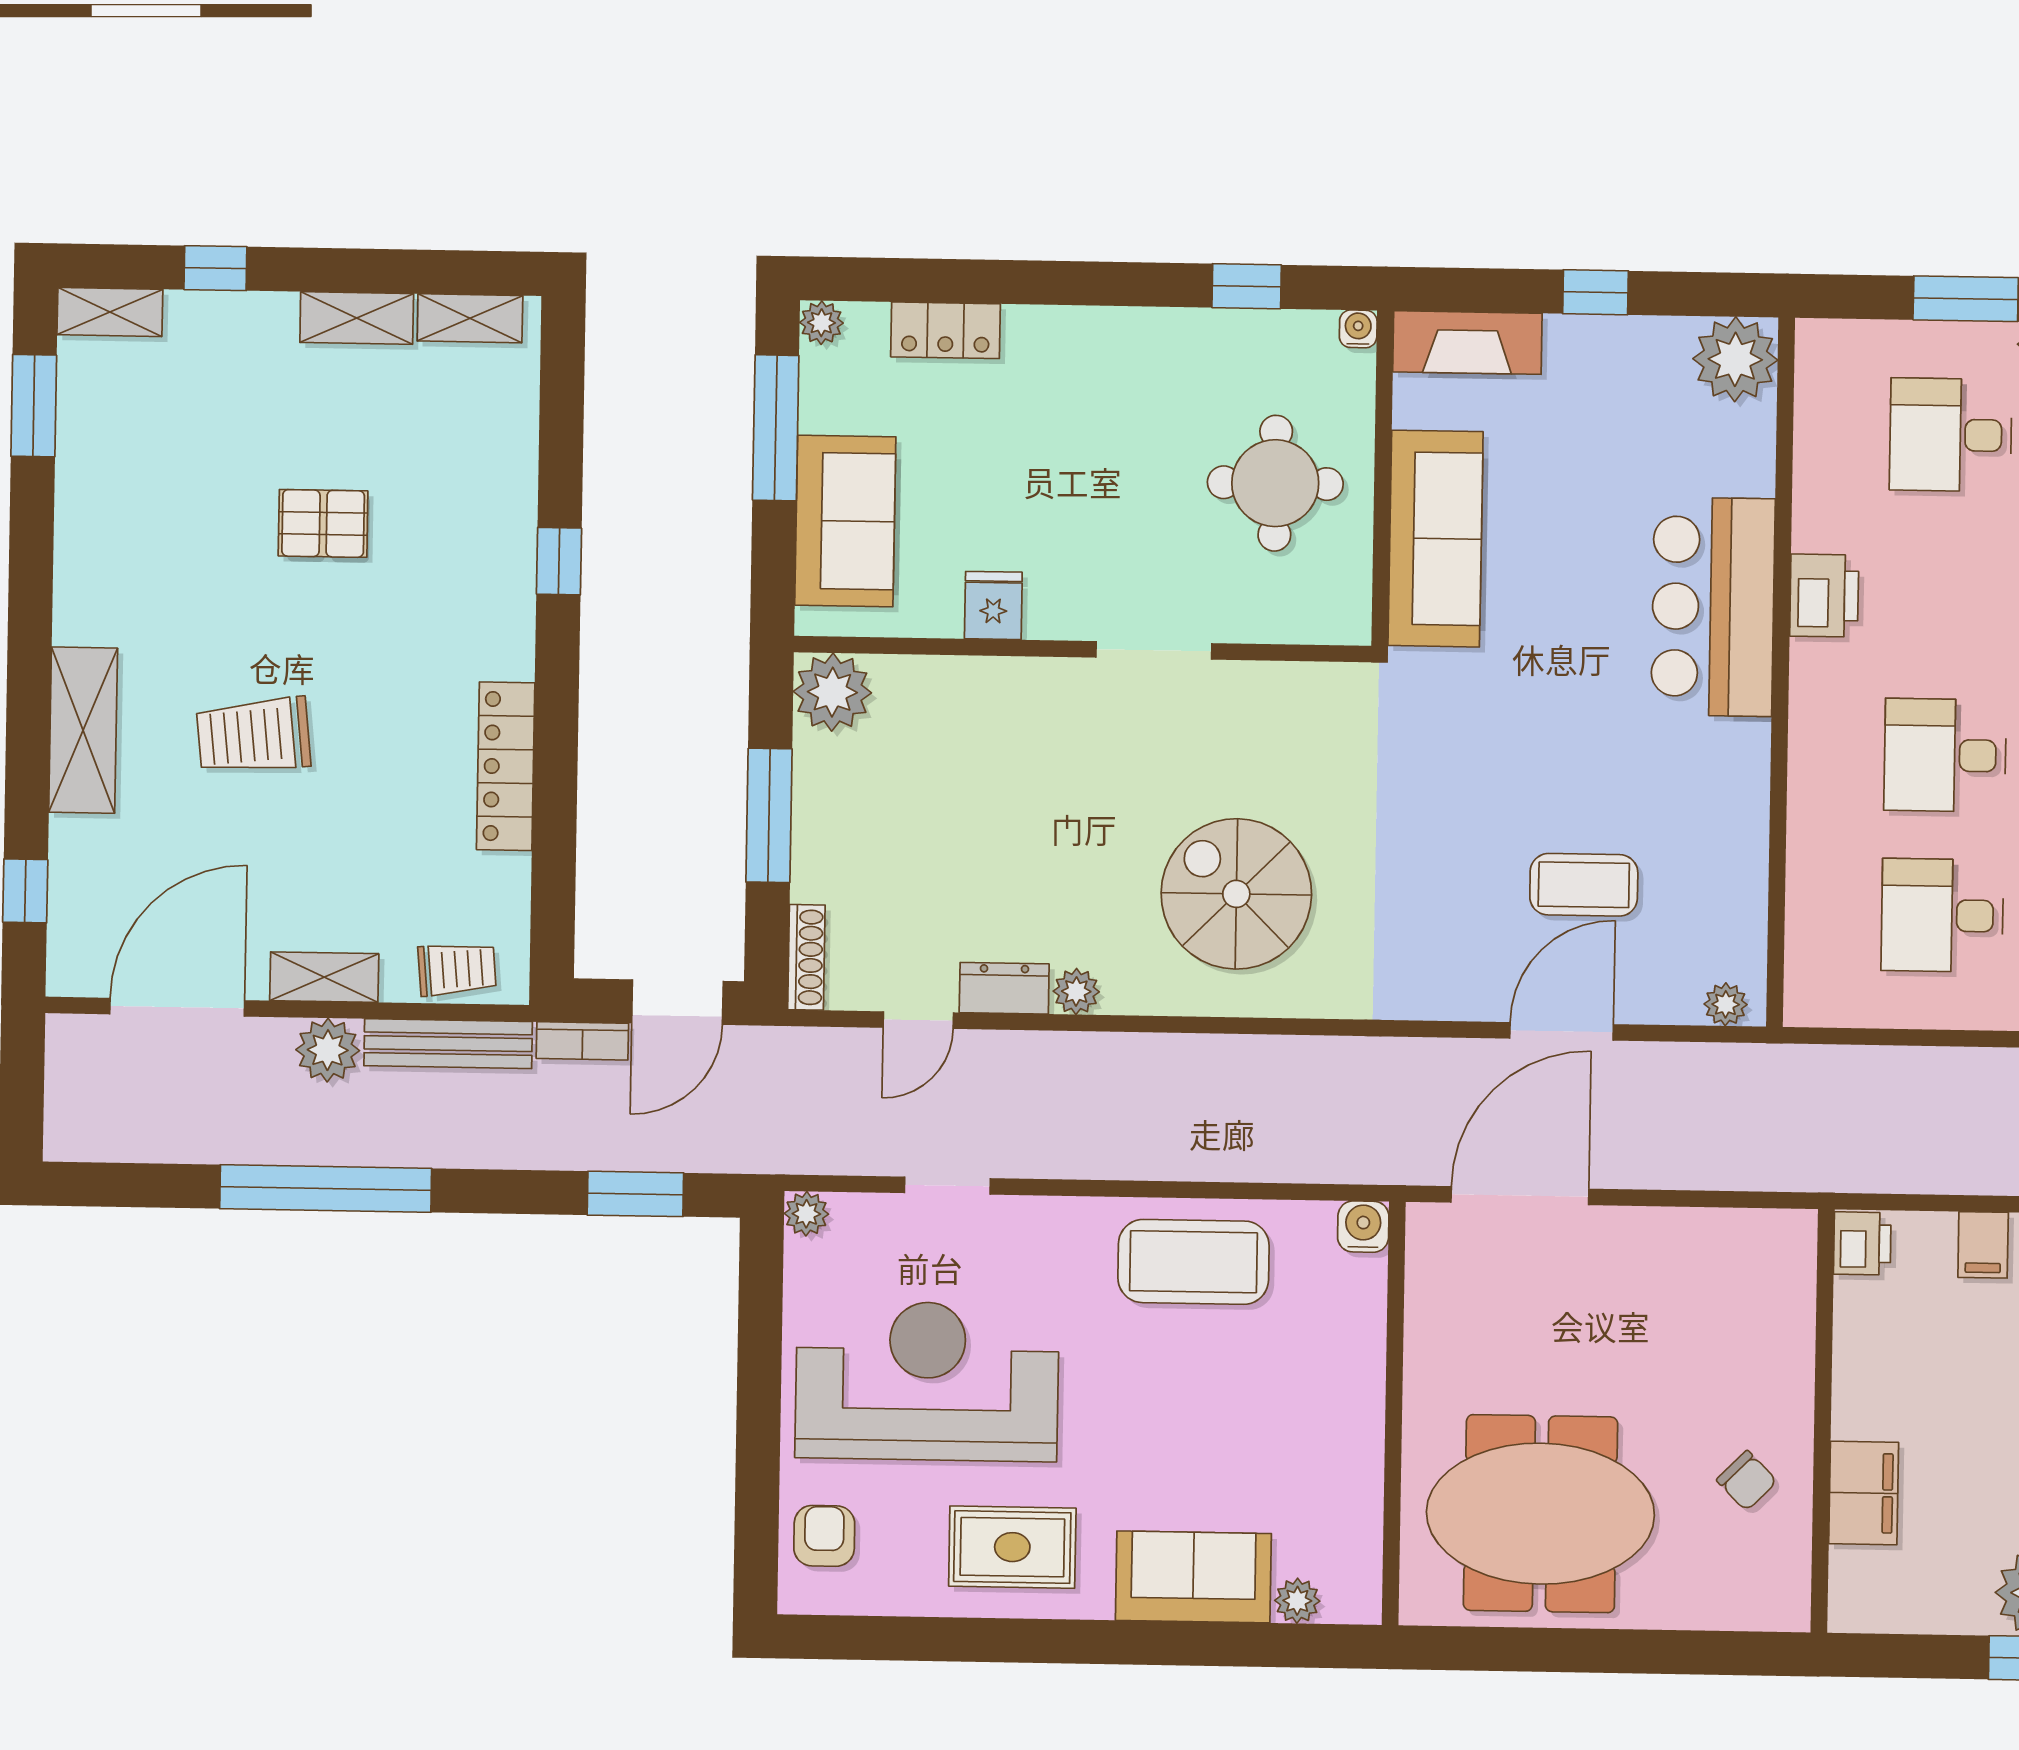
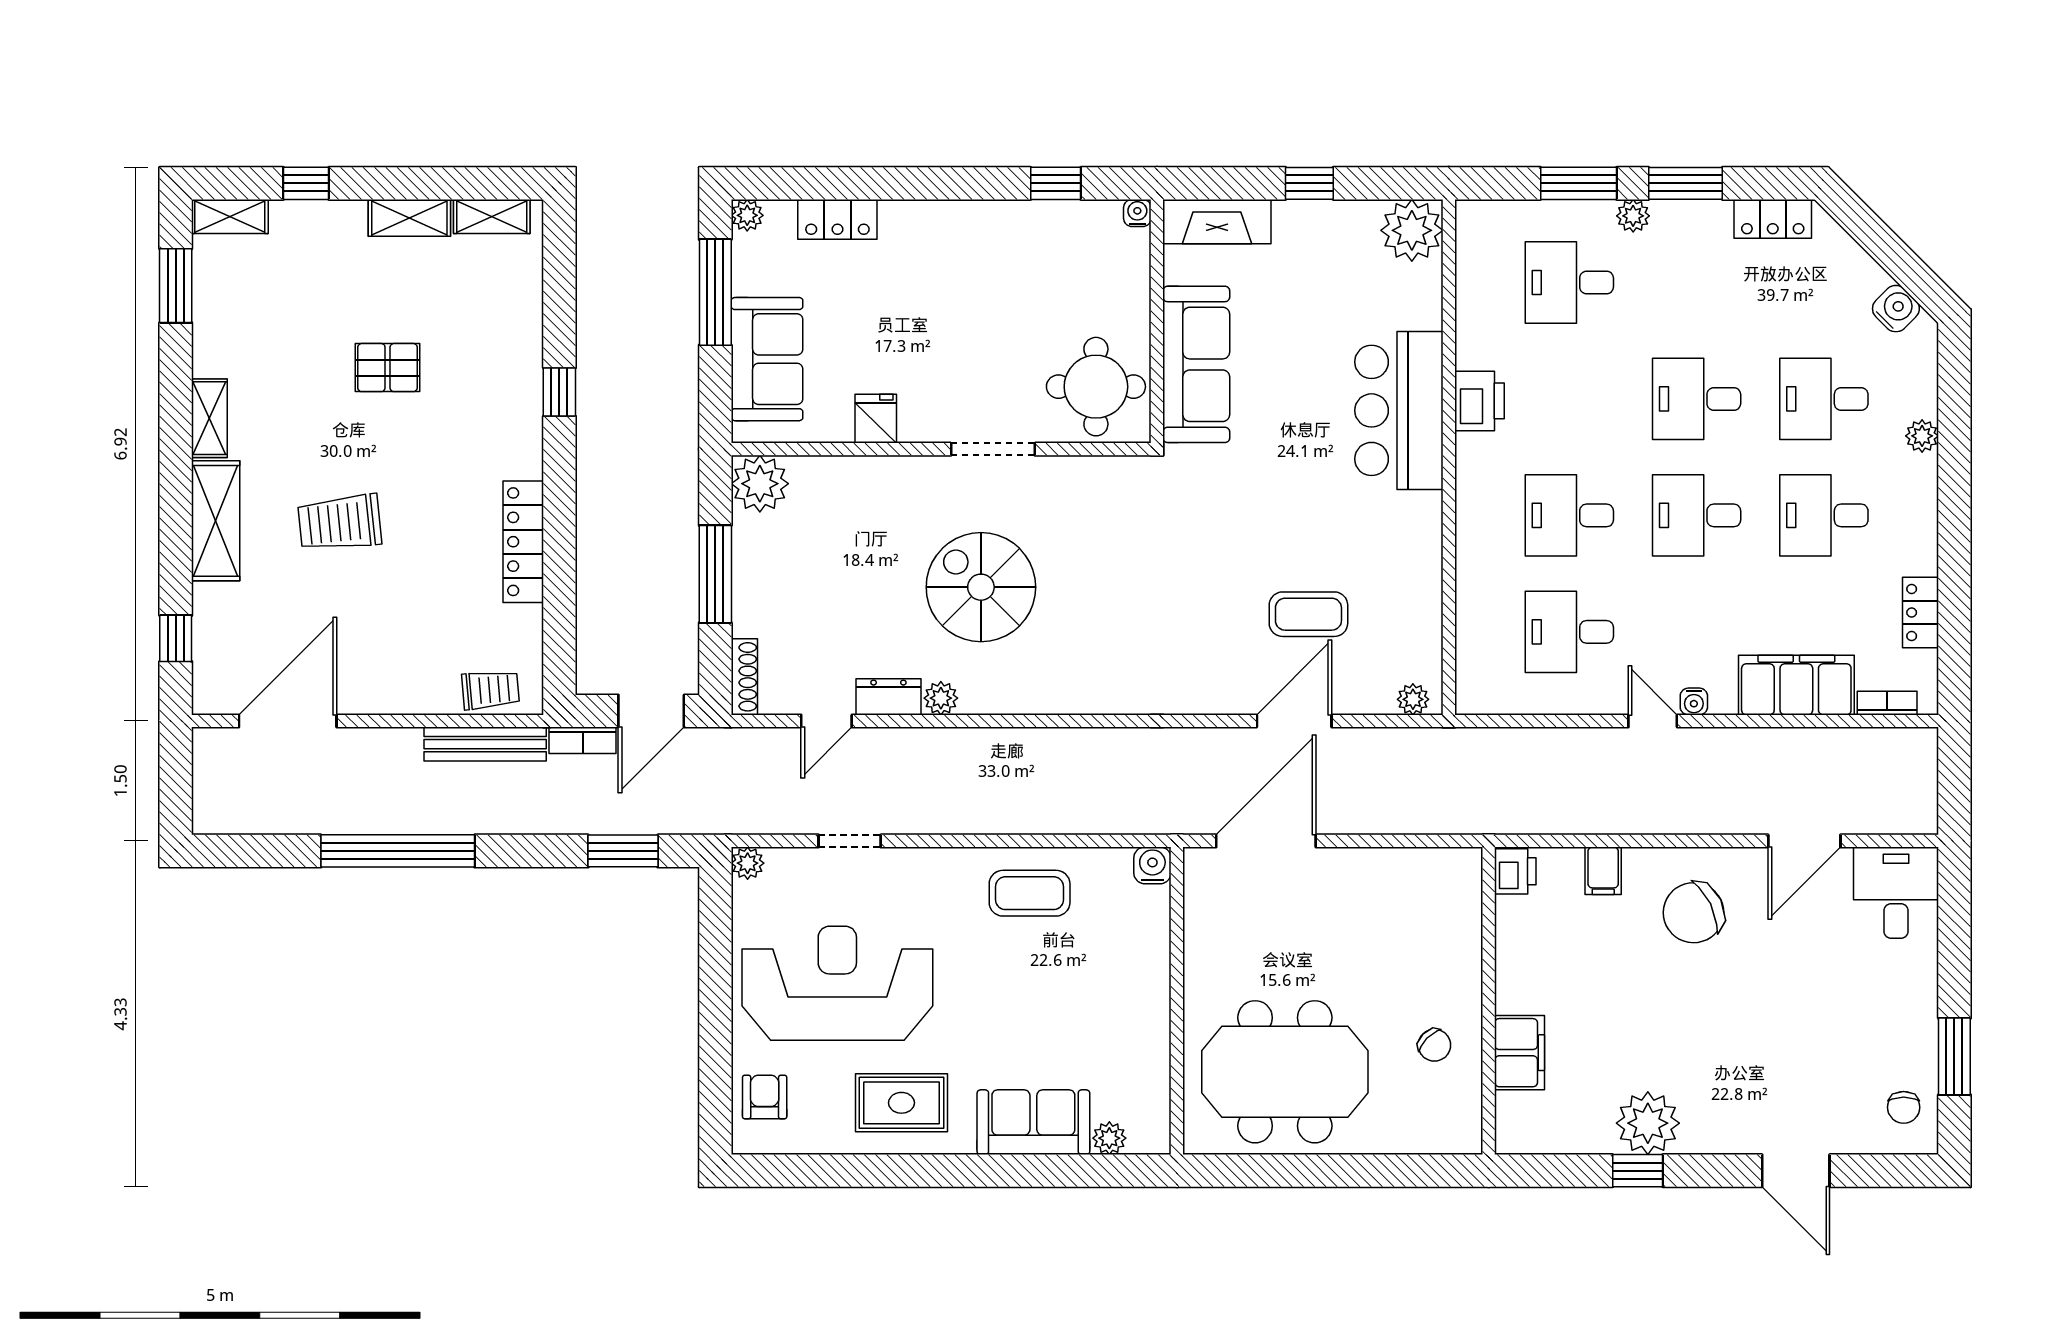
round table: (1275, 483) -> (1096, 387), moved
spiral stairs: (1236, 894) -> (981, 587), moved
shelving: (324, 977) -> (209, 418), moved, turned 90
plant: (328, 1050) -> (398, 750), removed
coffee table: (1193, 1262) -> (1030, 893), width x0.73, depth x0.76

